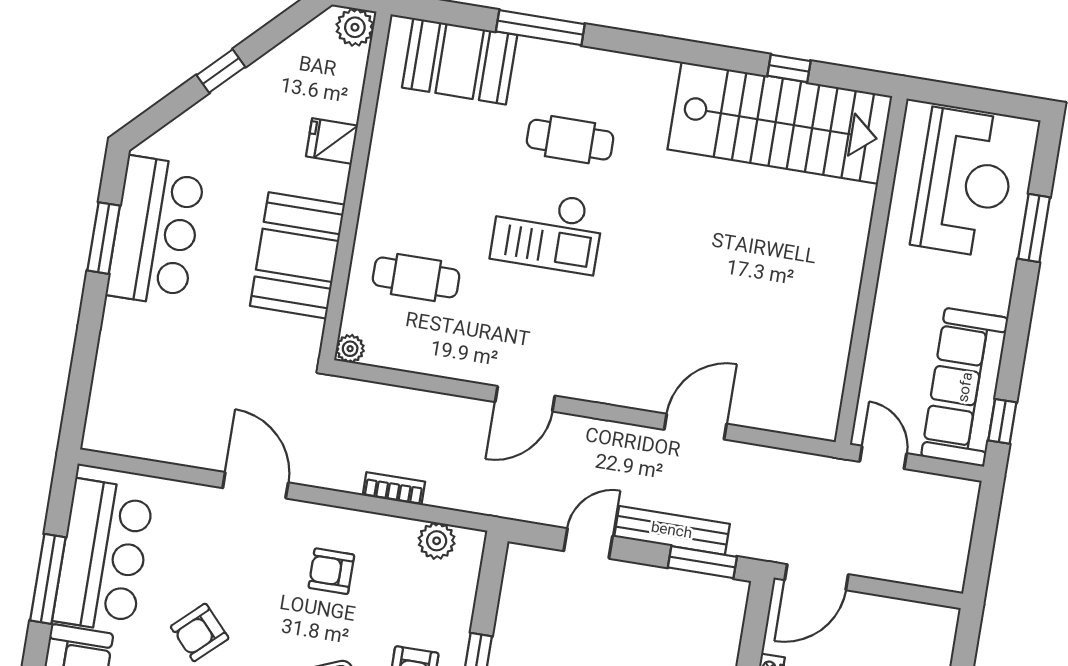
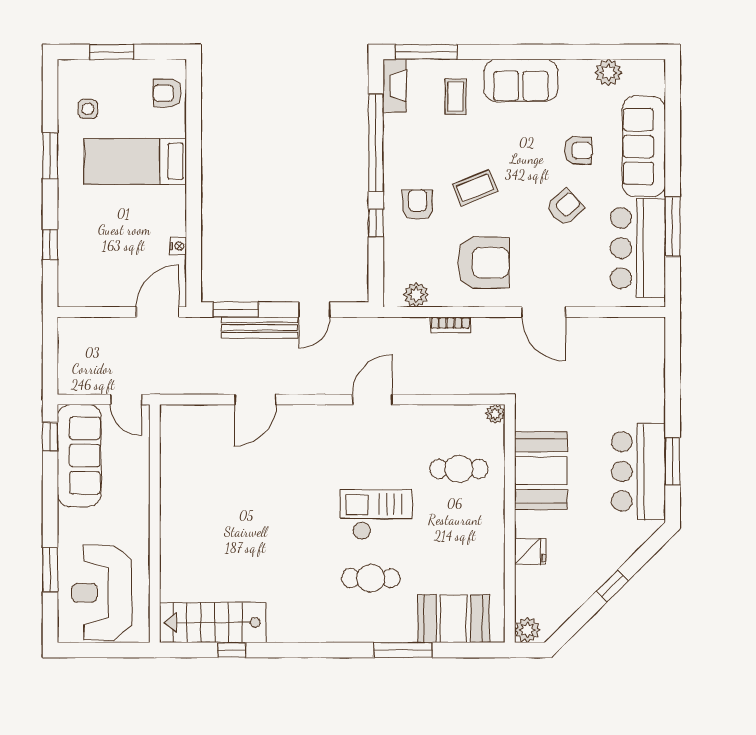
stairs: (780, 123) -> (213, 623), width x0.73, depth x0.66
armchair: (331, 571) -> (483, 263), width x1.88, depth x1.88

